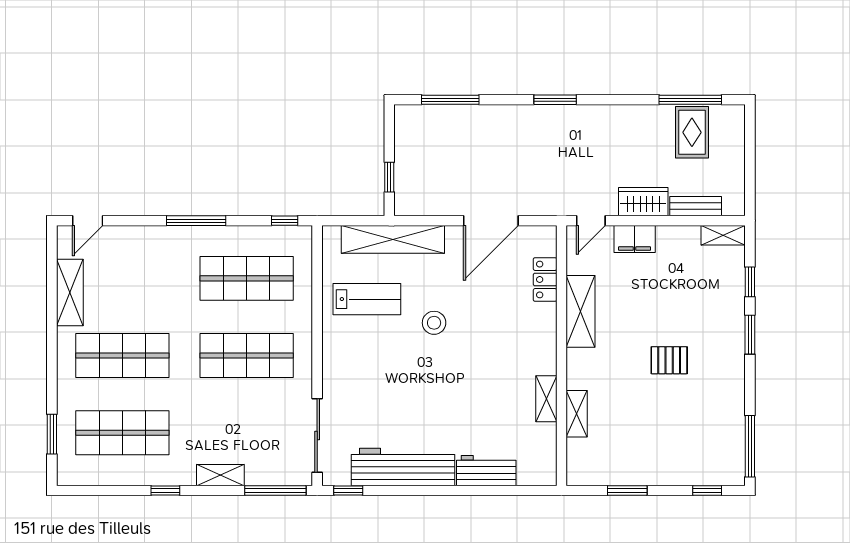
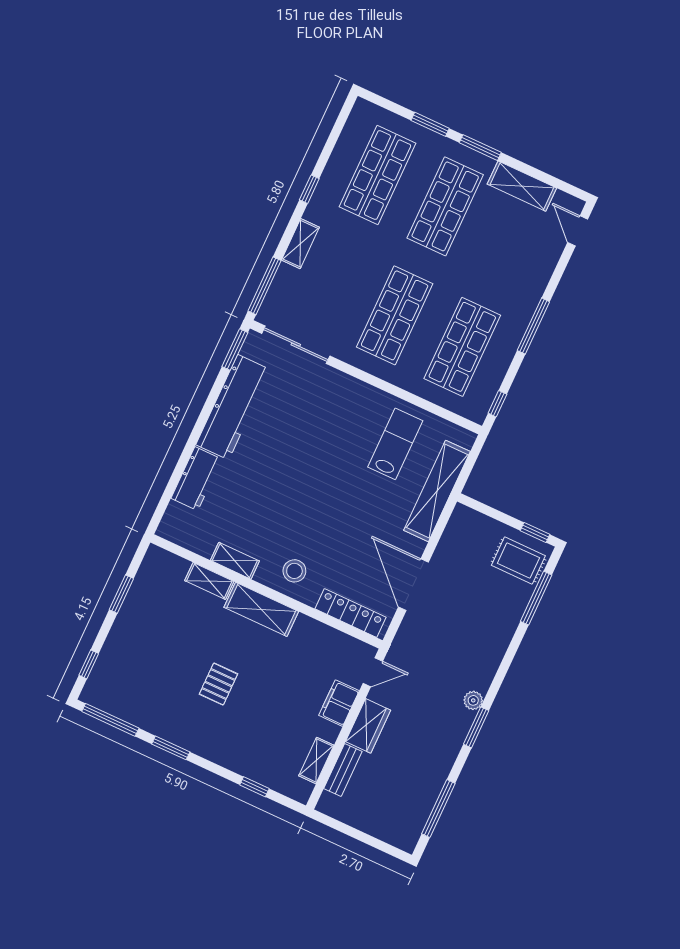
window: (555, 100) -> (476, 727), moved
plant: (574, 114) -> (473, 700), added
rug: (692, 132) -> (518, 561), moved
window: (389, 177) -> (535, 533), moved
door: (591, 221) -> (373, 672), swing flipped
shelving: (723, 235) -> (316, 760), moved
locker: (545, 279) -> (351, 613), width x1.53
lab bench: (367, 299) -> (395, 444), turned 180
shelving: (580, 311) -> (261, 609), moved
stool: (434, 323) -> (294, 571), moved
window: (750, 335) -> (171, 748), moved
window: (52, 348) -> (480, 148), added
window: (52, 434) -> (430, 124), moved
window: (348, 491) -> (235, 350), width x1.50

